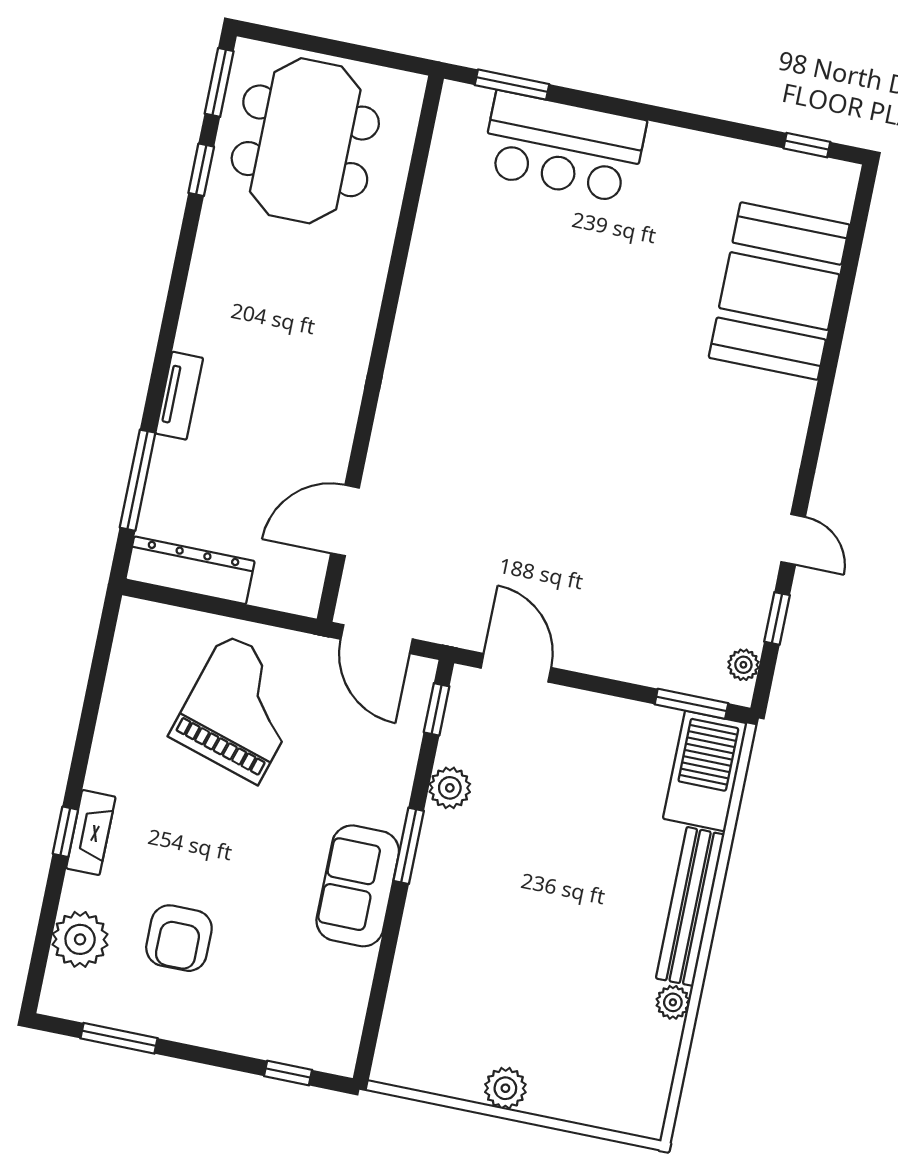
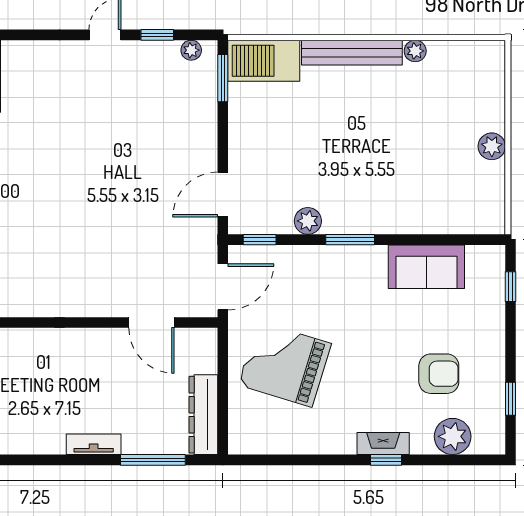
sofa: (358, 886) -> (426, 267), moved
window: (119, 1038) -> (510, 399), width x0.67

